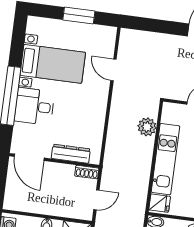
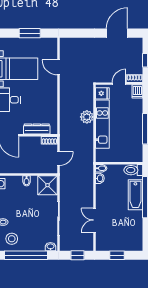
plant: (147, 127) -> (87, 117), moved
fridge: (160, 203) -> (102, 93), moved

